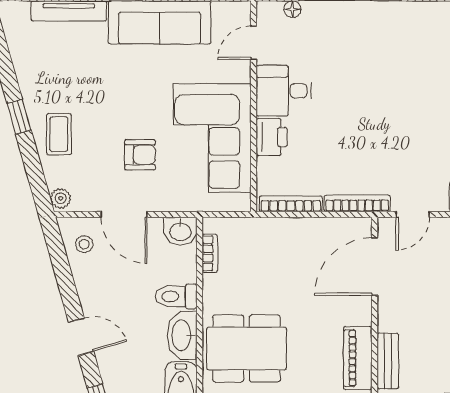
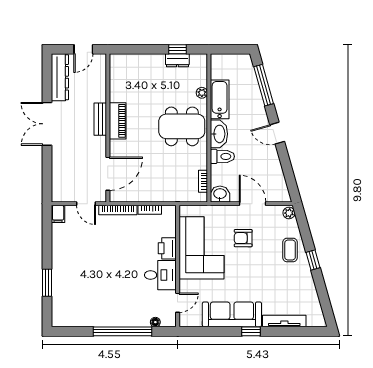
bookcase: (291, 204) -> (150, 210), width x0.64
door: (413, 214) -> (86, 204), swing flipped
stool: (84, 244) -> (275, 187), removed

